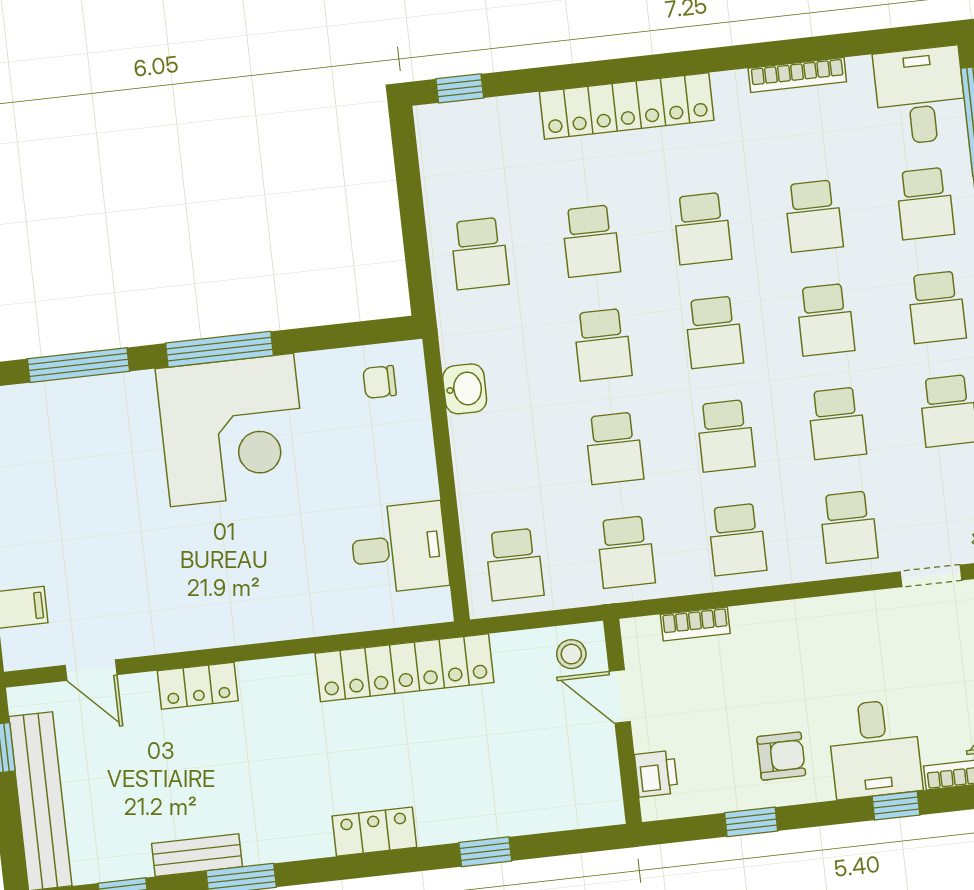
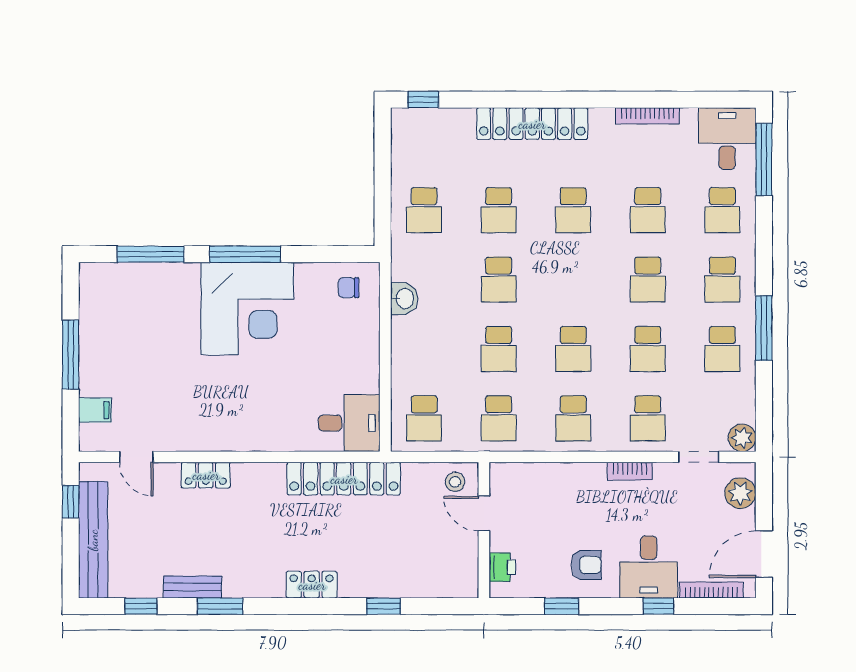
school desk: (714, 332) -> (573, 280), removed
desk: (399, 548) -> (349, 423), moved
bookcase: (695, 624) -> (630, 471), moved

